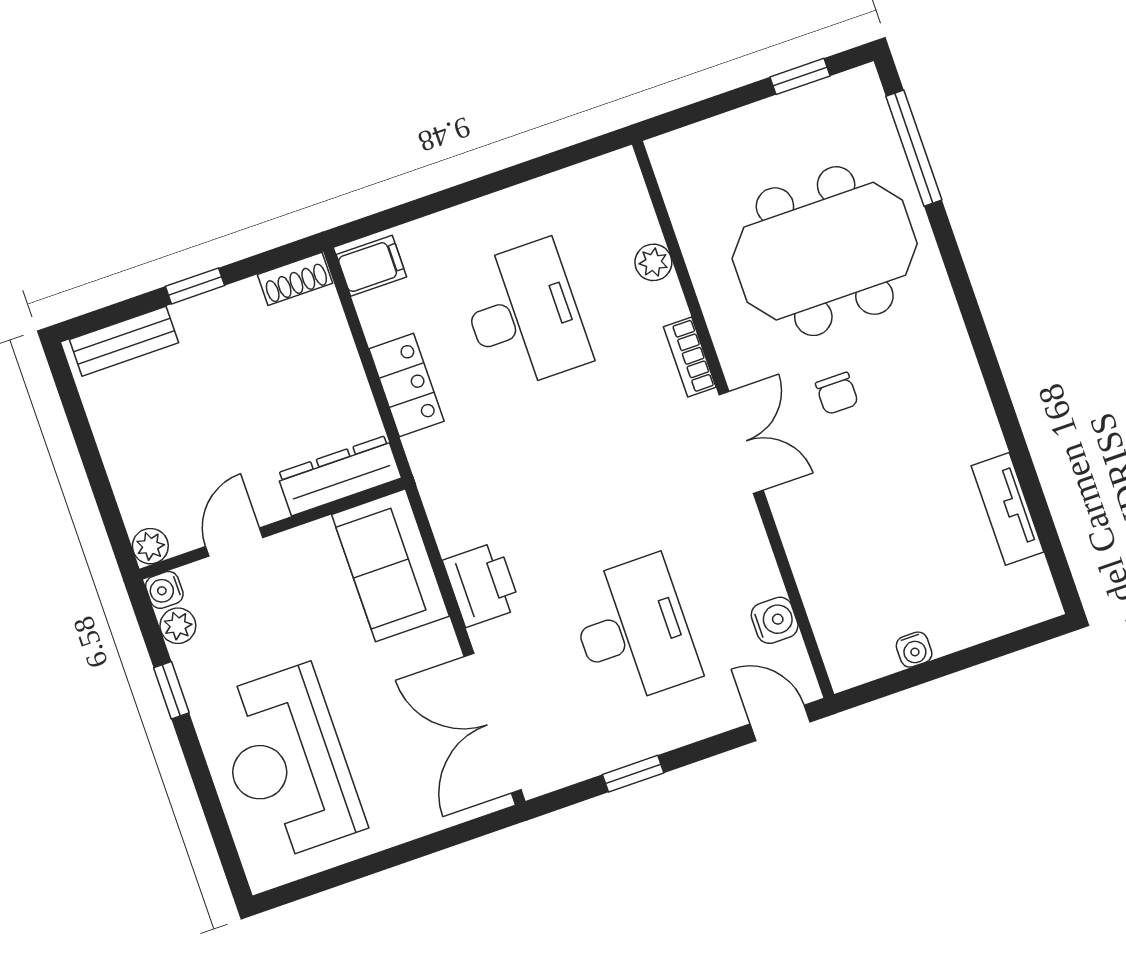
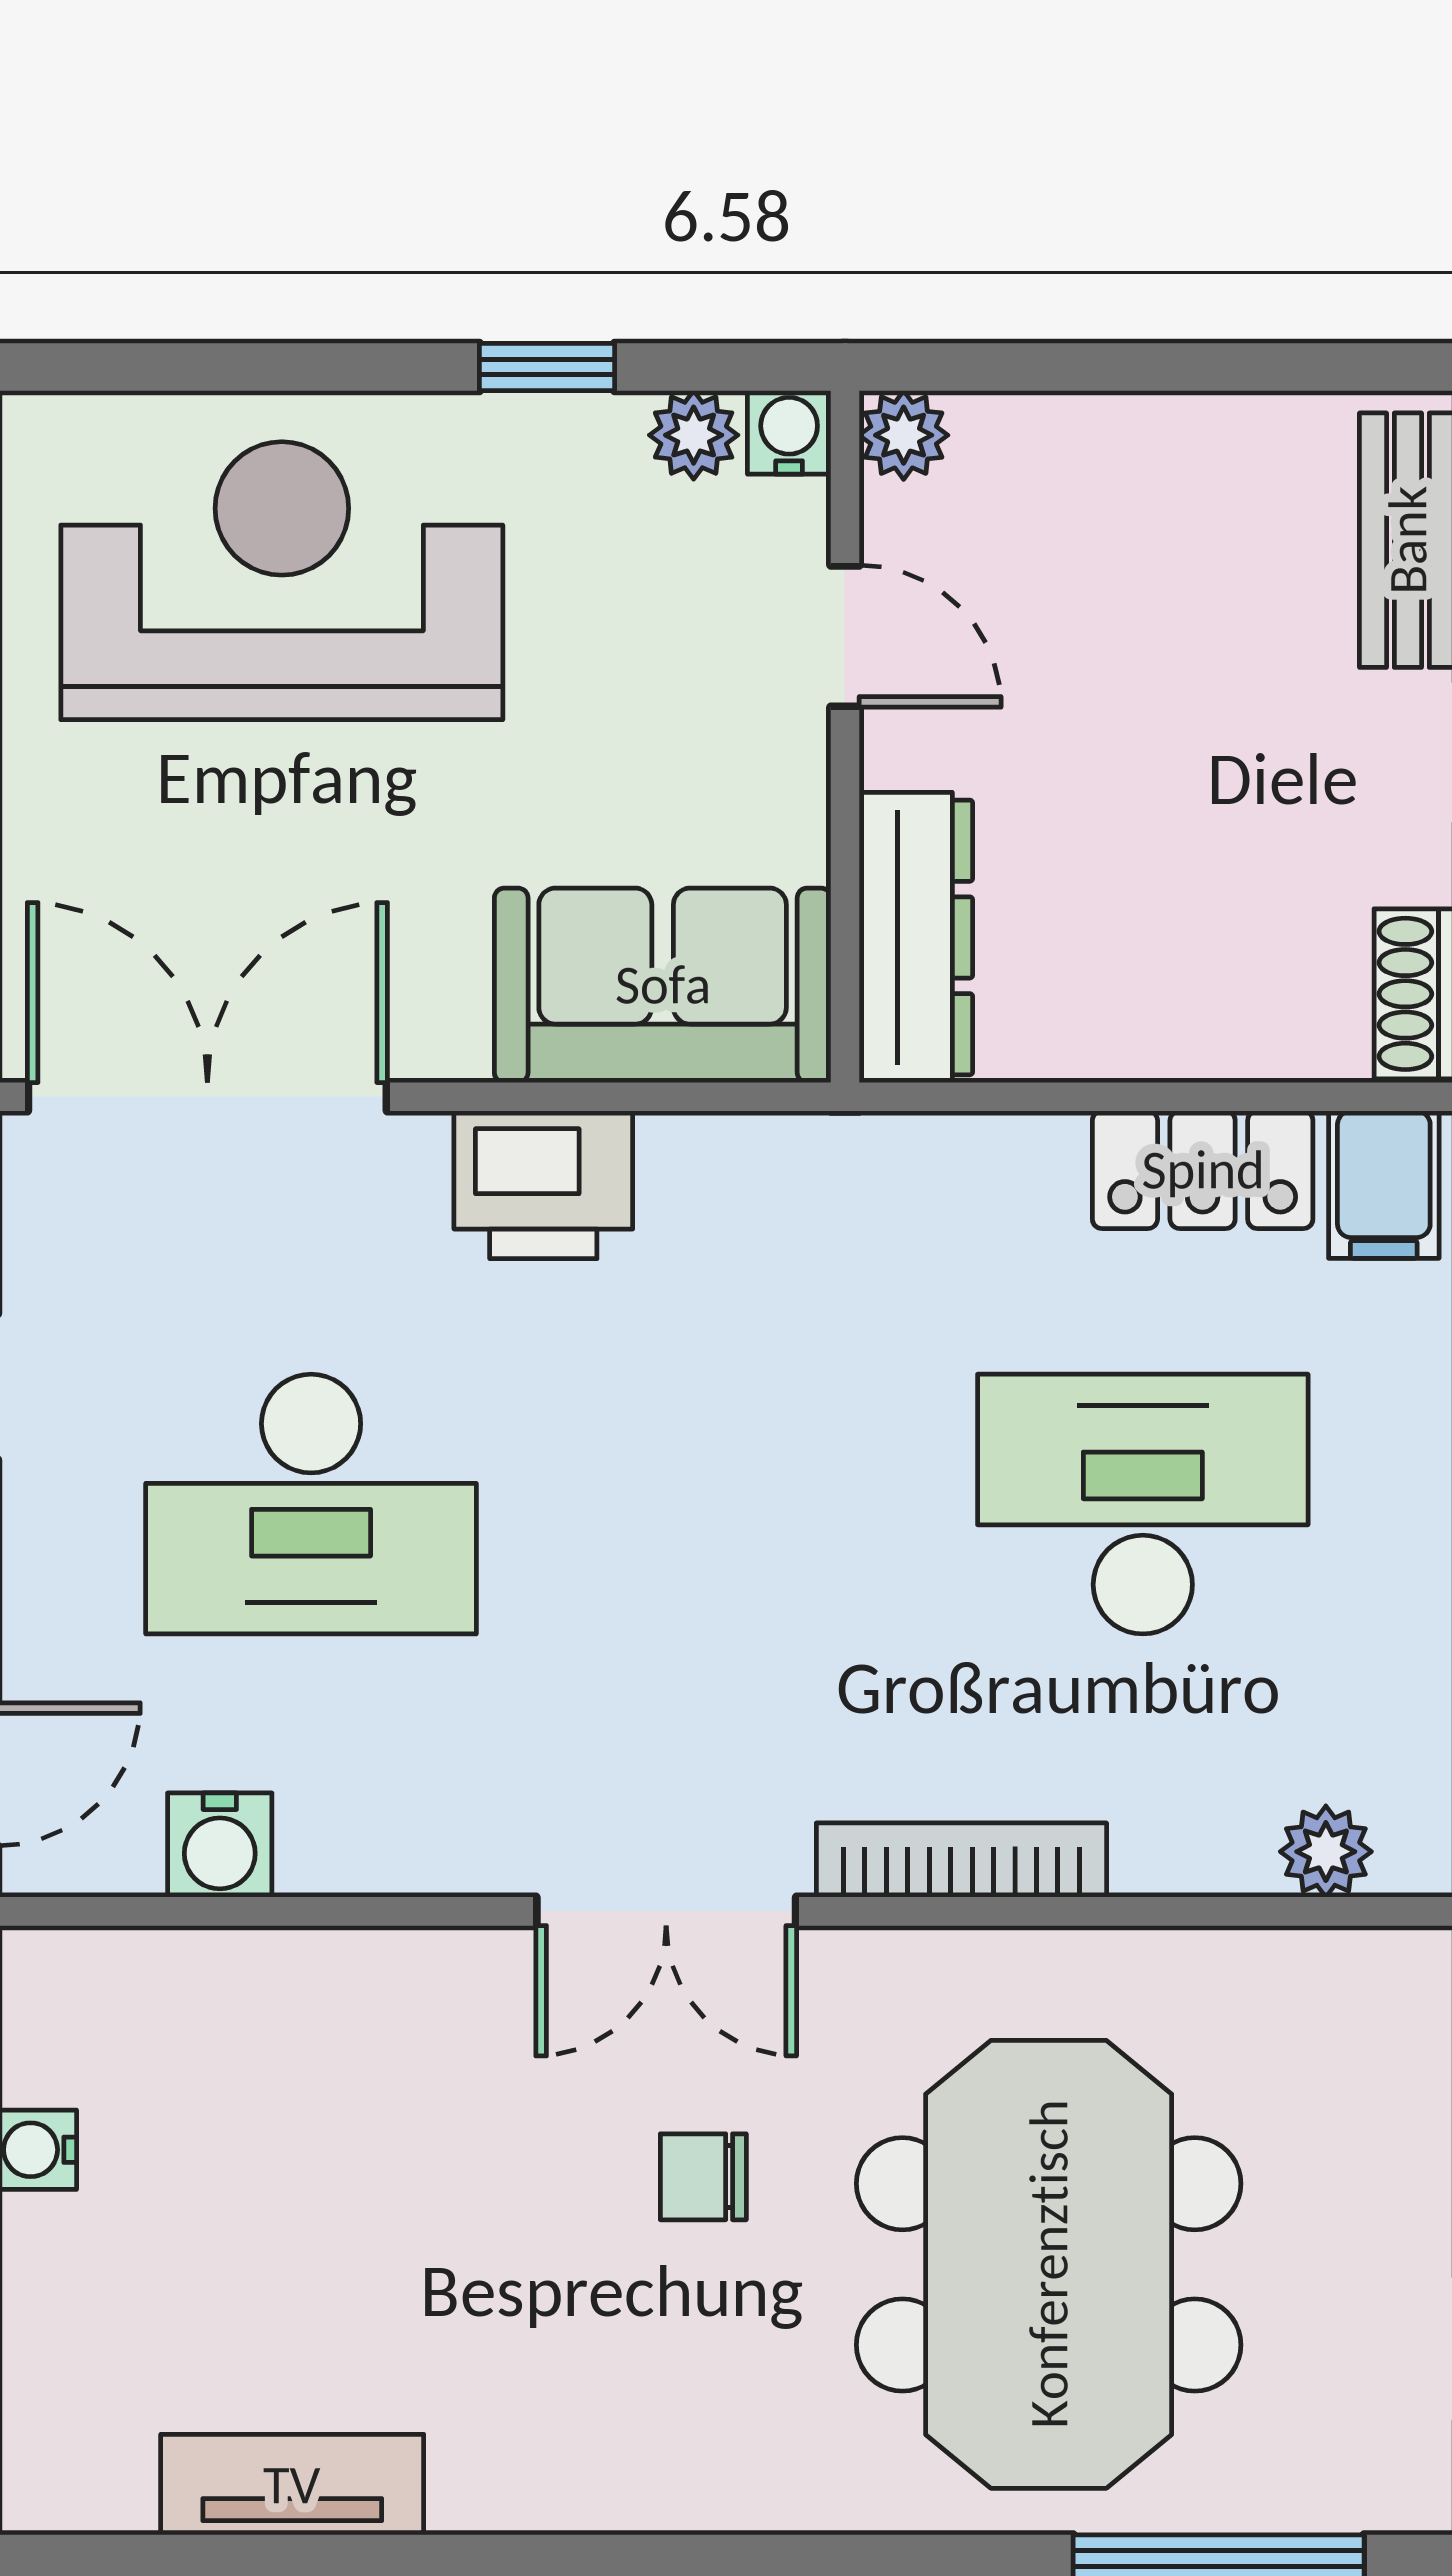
plant: (653, 262) -> (1326, 1852), moved
desk: (524, 315) -> (1143, 1504), turned 180
bookcase: (690, 357) -> (961, 1860), width x1.56
locker: (406, 385) -> (1203, 1170), moved

